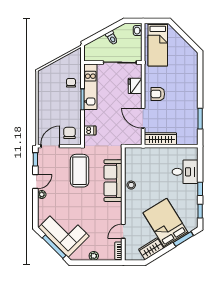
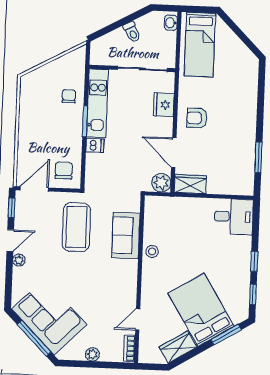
dishwasher: (90, 130) -> (95, 145), moved
plant: (135, 139) -> (161, 183), added
wardrobe: (160, 139) -> (190, 184), width x0.67
desk: (185, 172) -> (234, 217), moved
sofa: (113, 181) -> (126, 235), width x0.73

